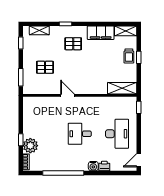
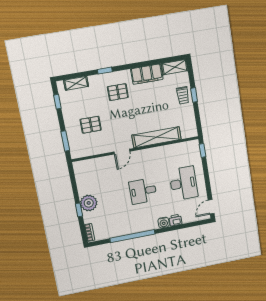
shelving: (122, 88) -> (157, 137), moved, width x1.47
door: (68, 95) -> (122, 152), swing flipped
plant: (30, 146) -> (89, 203), moved

